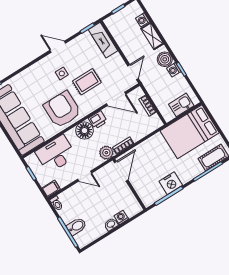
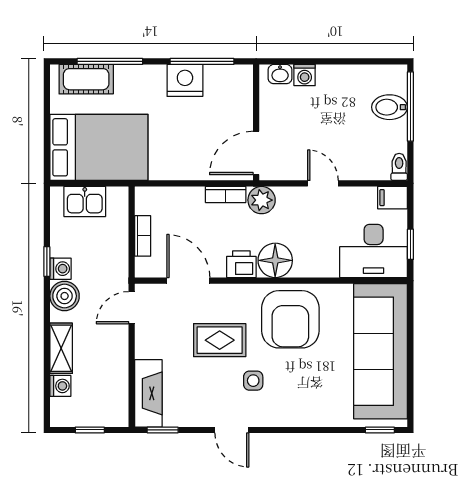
desk: (56, 154) -> (374, 251), moved
washbasin: (111, 224) -> (280, 74), moved

